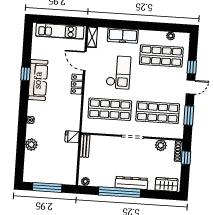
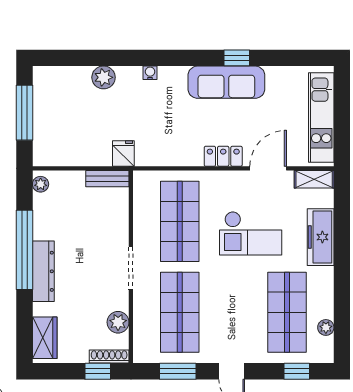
window: (192, 67) -> (297, 371), moved

